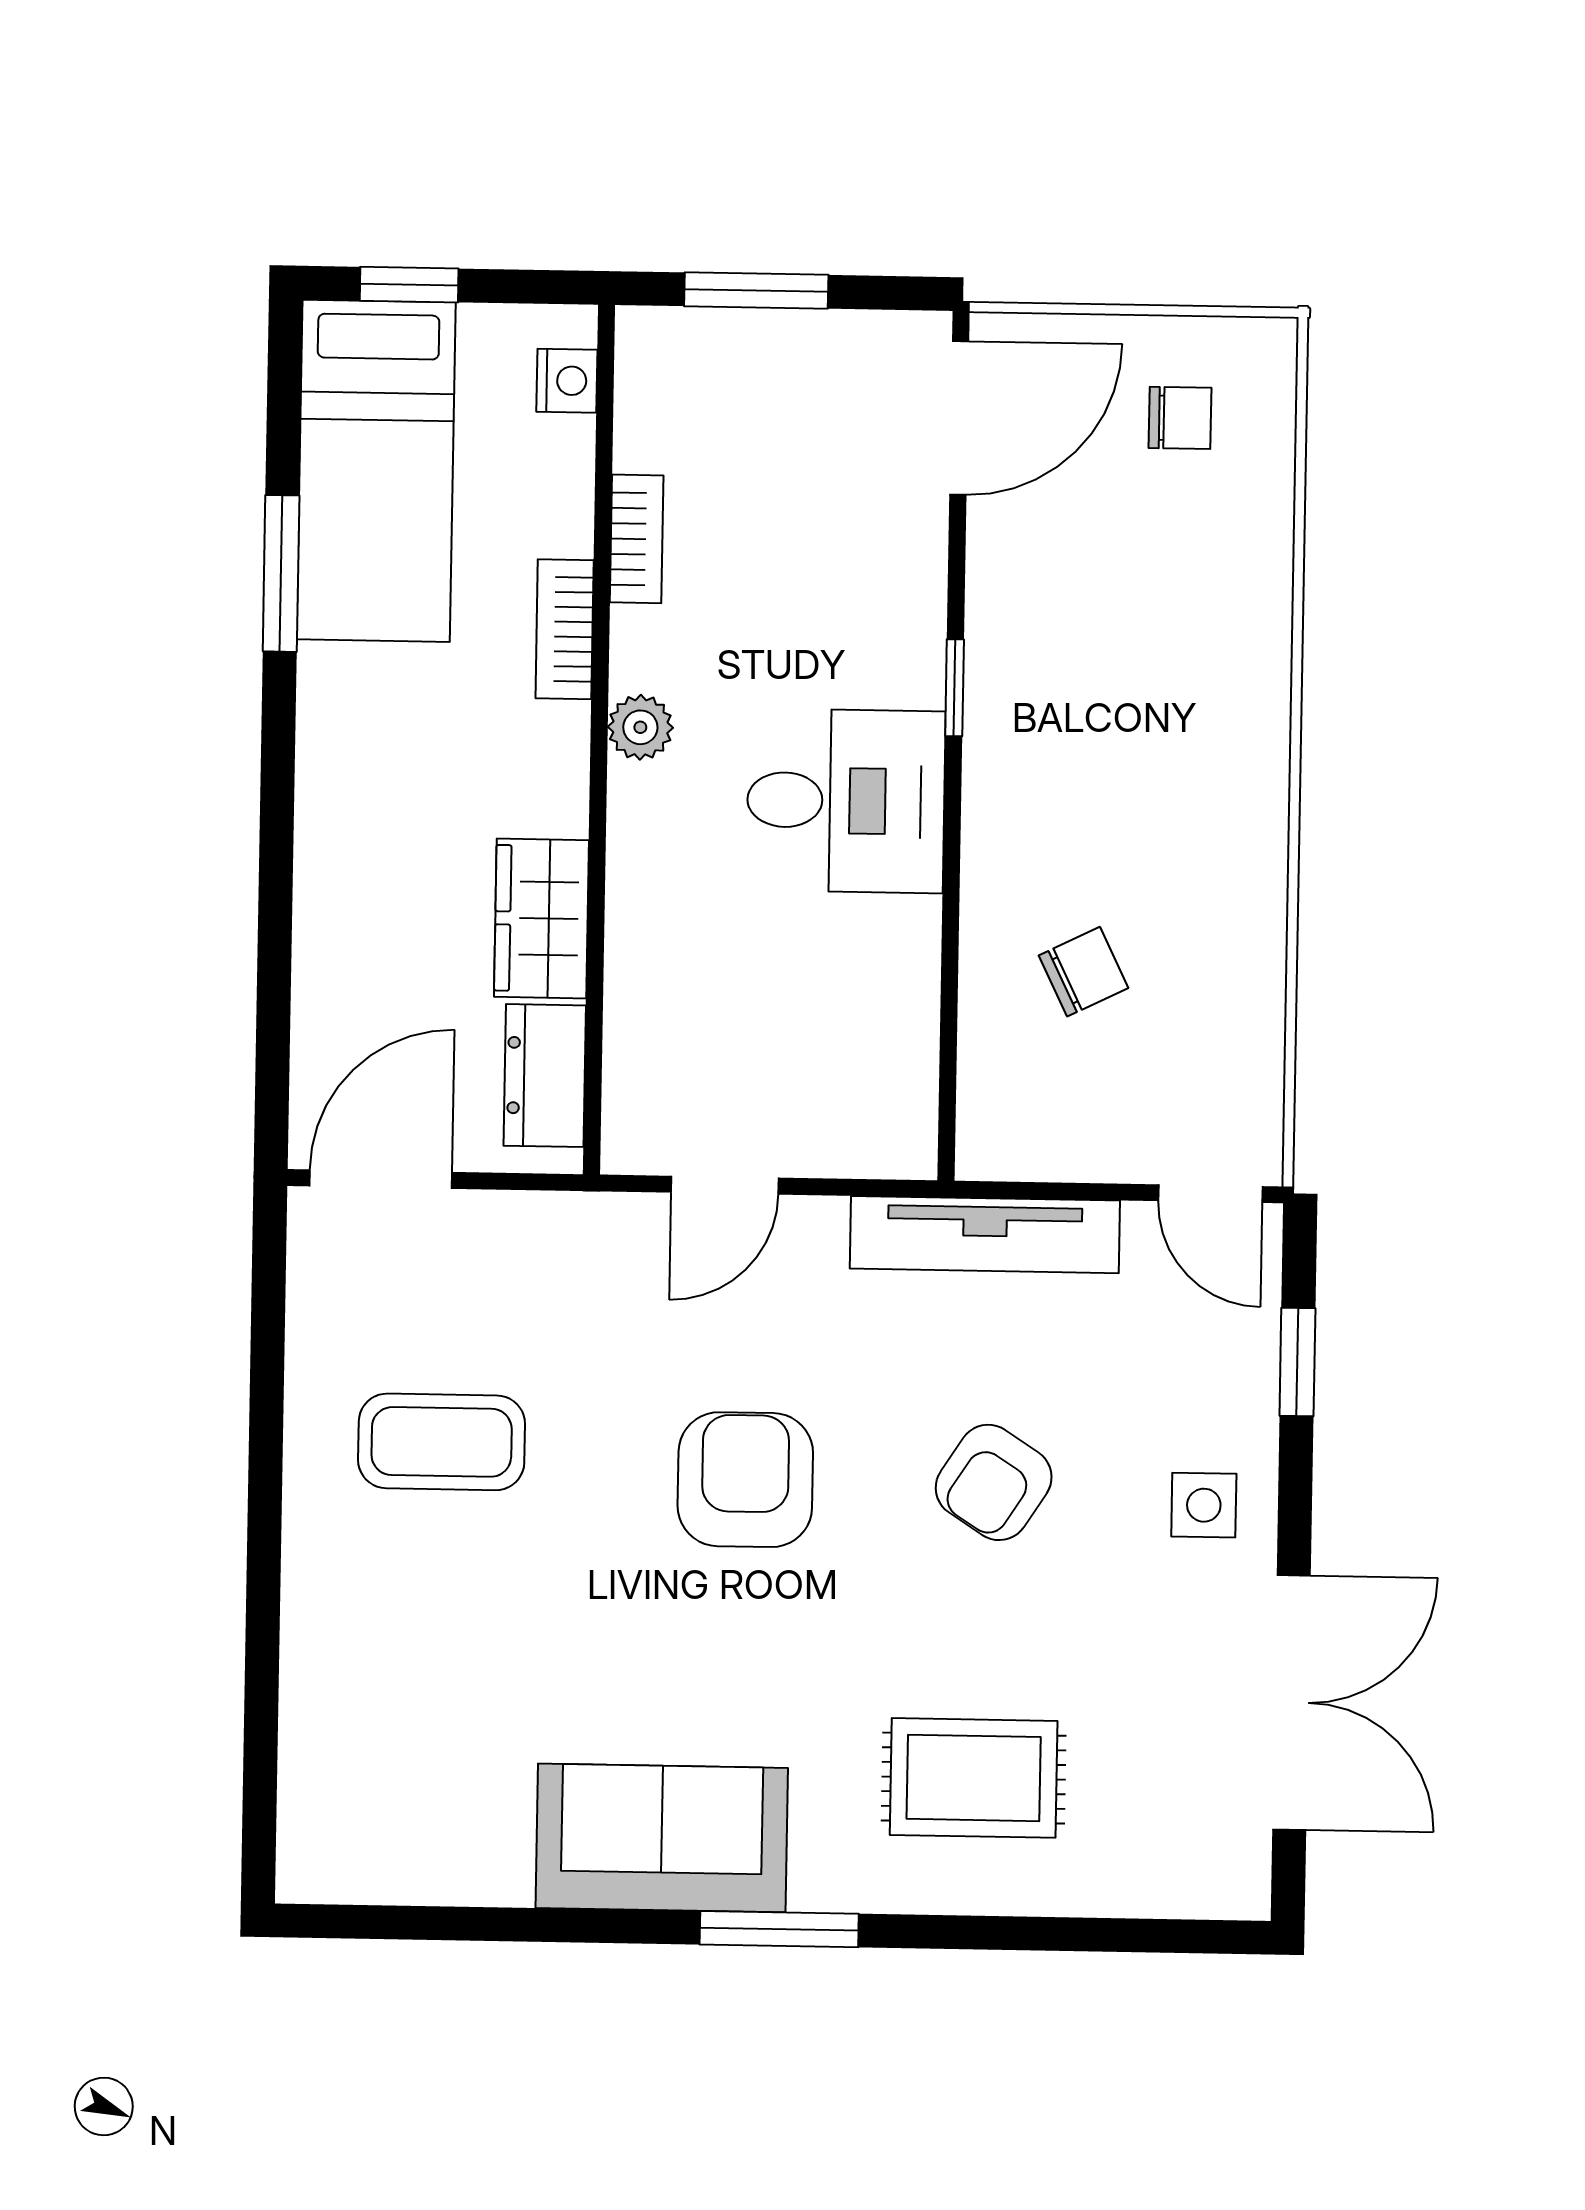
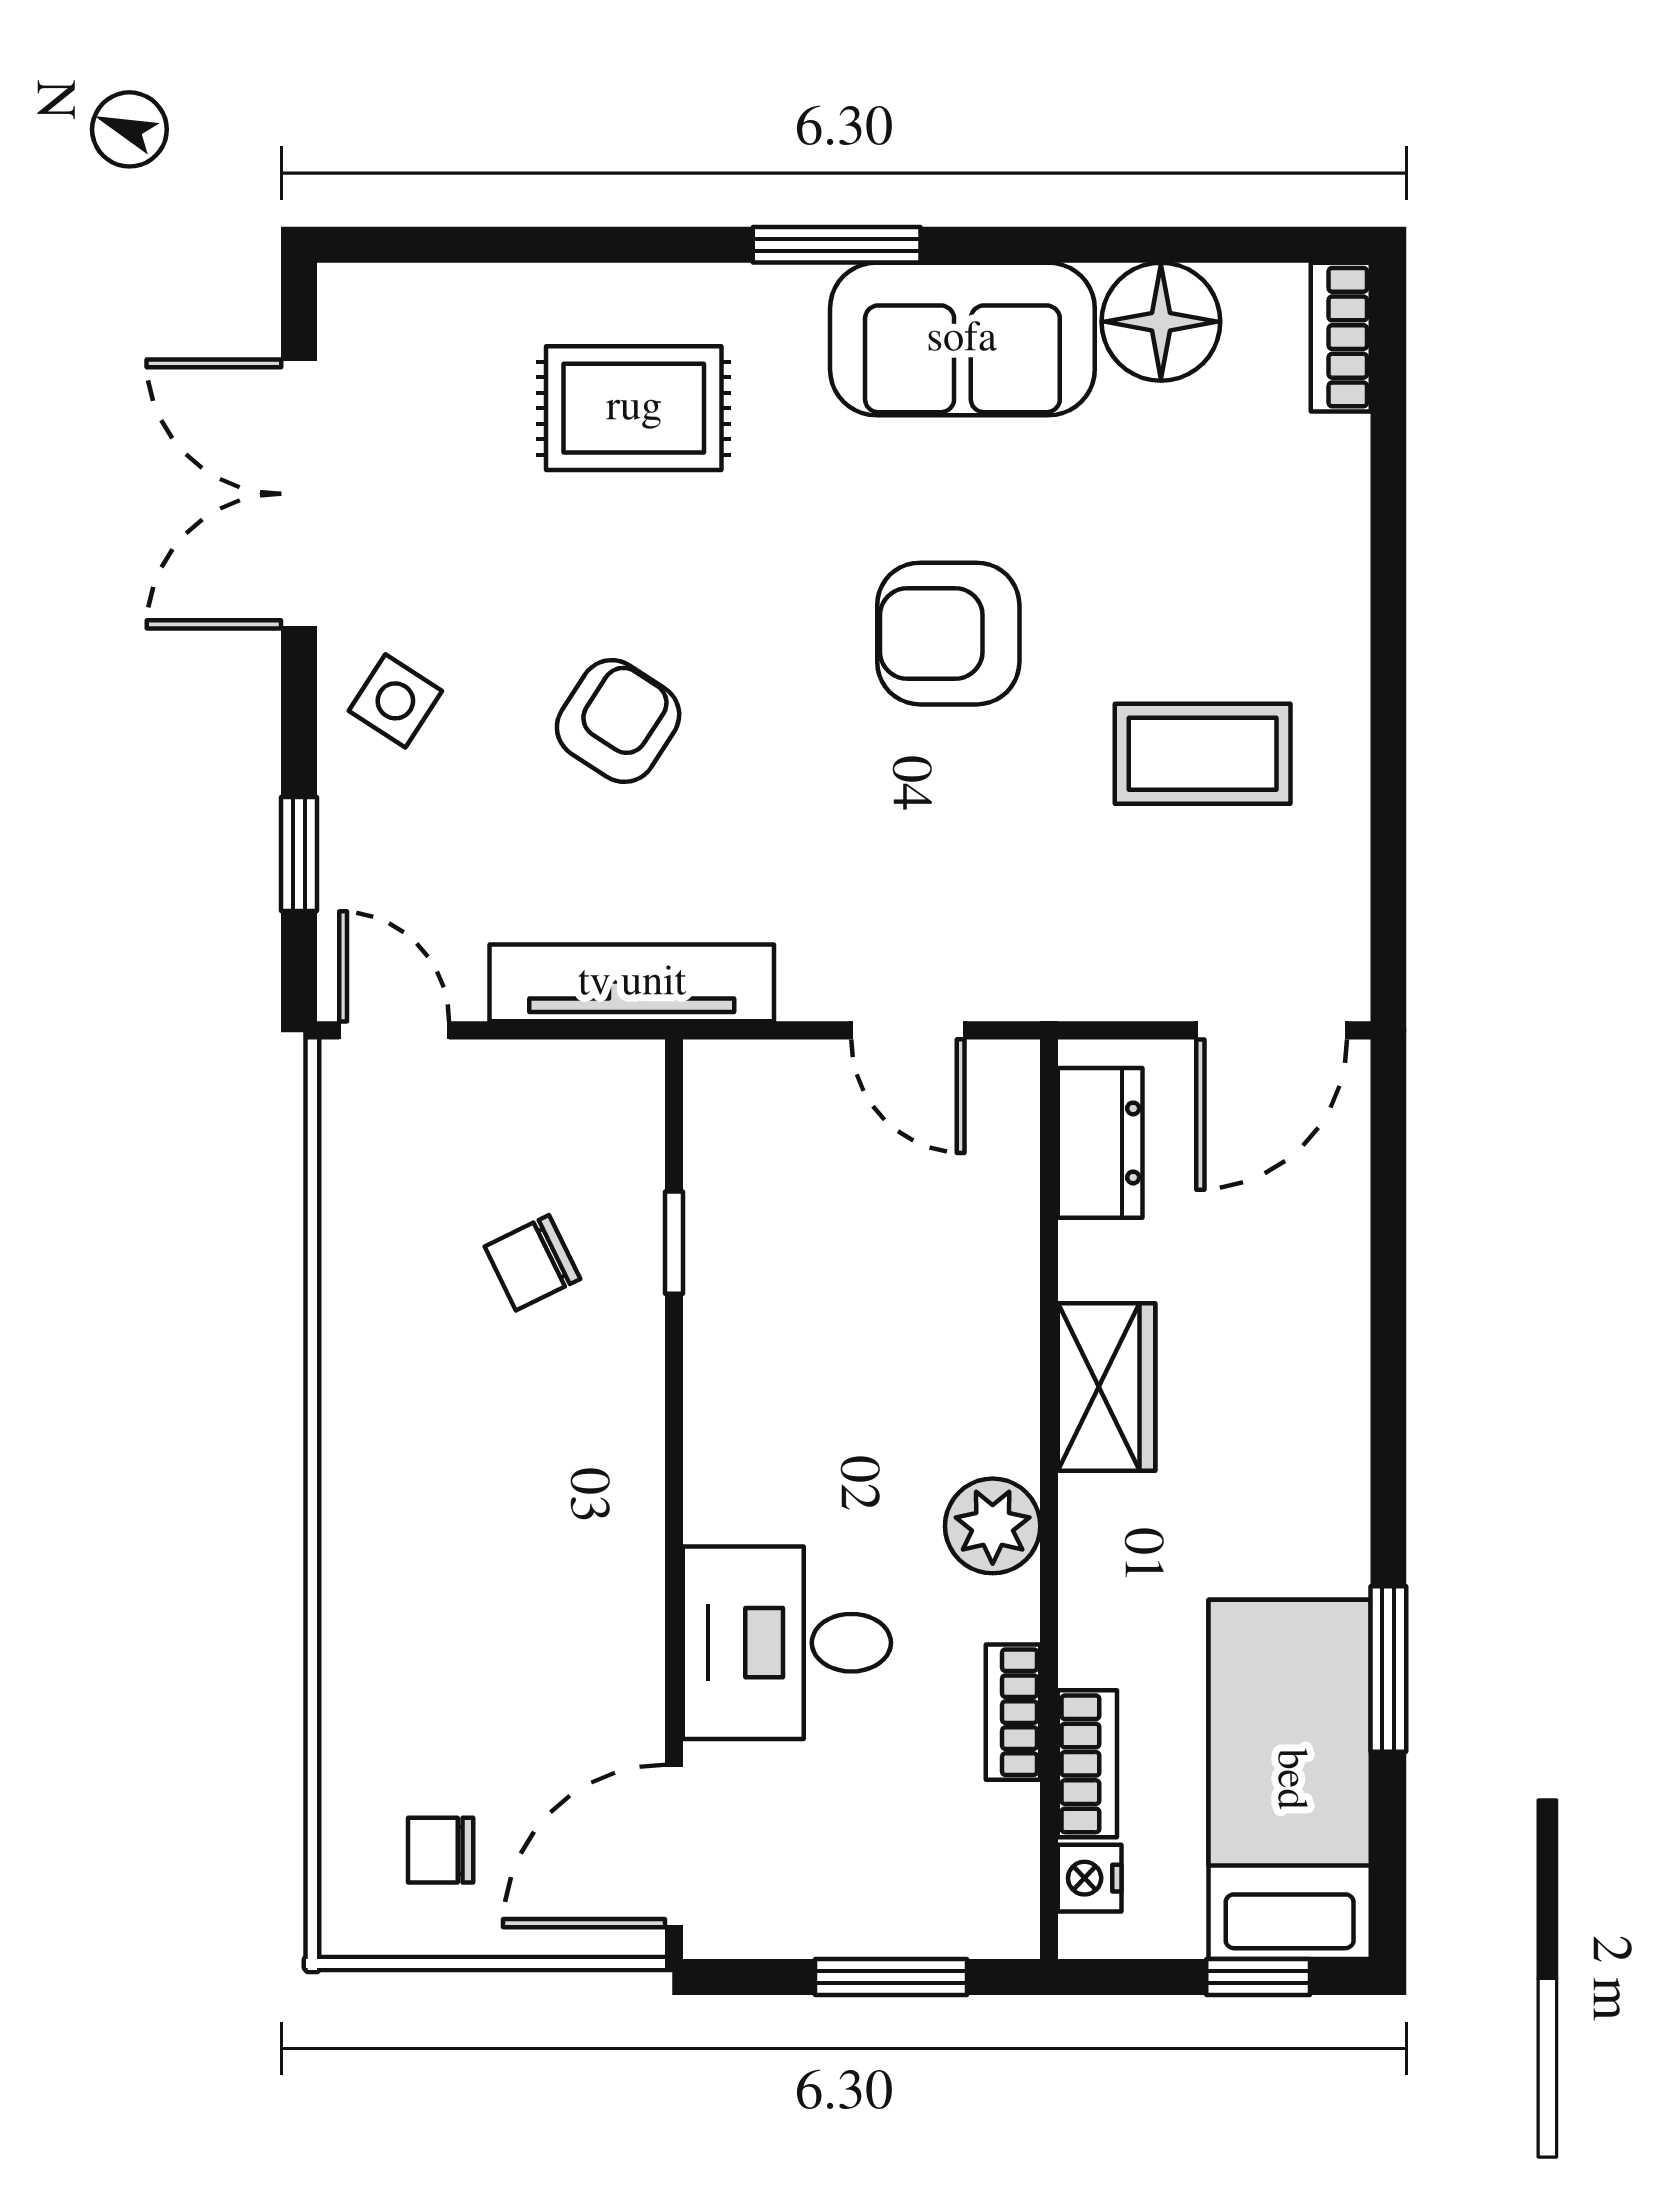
bookcase: (565, 629) -> (1087, 1764), moved
window: (955, 688) -> (674, 1243), moved
plant: (640, 727) -> (993, 1526), width x1.38, depth x1.38
desk: (846, 801) -> (787, 1643), moved
wardrobe: (541, 919) -> (1107, 1387), moved
door: (725, 1185) -> (908, 1030), swing flipped
armchair: (745, 1480) -> (948, 634), moved, turned 90
side table: (1204, 1505) -> (395, 701), turned 33
bookcase: (304, 1833) -> (1341, 337), added
floor lamp: (474, 1851) -> (1161, 322), added

